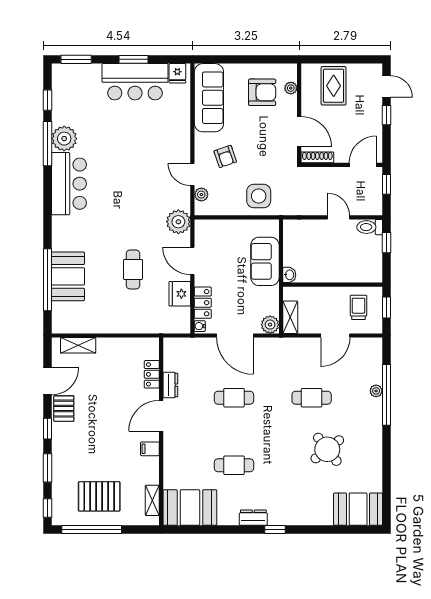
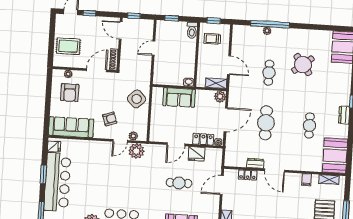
bar counter: (135, 82) -> (57, 182), width x1.36
armchair: (262, 92) -> (70, 93), turned 180
side table: (259, 196) -> (137, 99), turned 45
plant: (178, 222) -> (136, 151), moved
toilet: (370, 227) -> (192, 30), moved
door: (134, 336) -> (222, 185), added
door: (335, 336) -> (229, 65), moved
cafe table: (234, 398) -> (266, 123), width x1.37, depth x1.35
filing cabinet: (150, 449) -> (307, 180), moved

